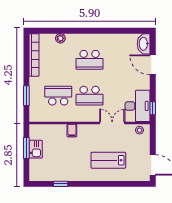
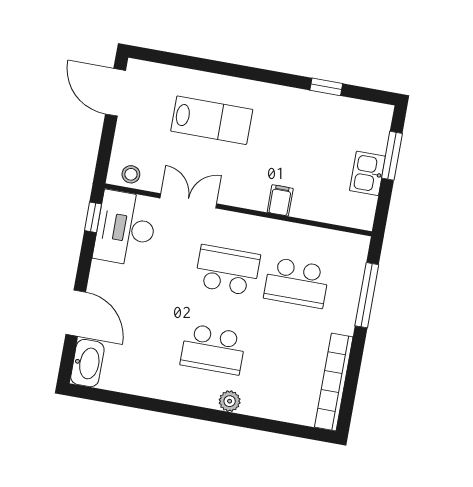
plant: (60, 38) -> (230, 401), moved
school desk: (90, 60) -> (213, 349), turned 180
window: (26, 96) -> (367, 295), width x1.44
double door: (112, 123) -> (188, 201), swing flipped
window: (26, 148) -> (392, 156), moved

